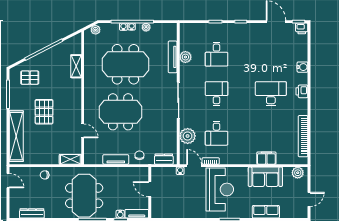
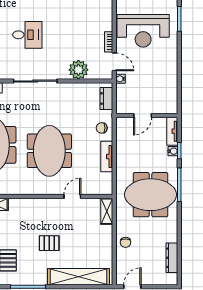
desk: (217, 94) -> (27, 35), turned 180
pallet: (44, 112) -> (49, 243), width x0.67, depth x0.71
desk: (217, 133) -> (75, 35), removed
door: (194, 166) -> (114, 62), swing flipped
reception desk: (220, 189) -> (143, 31), turned 180

